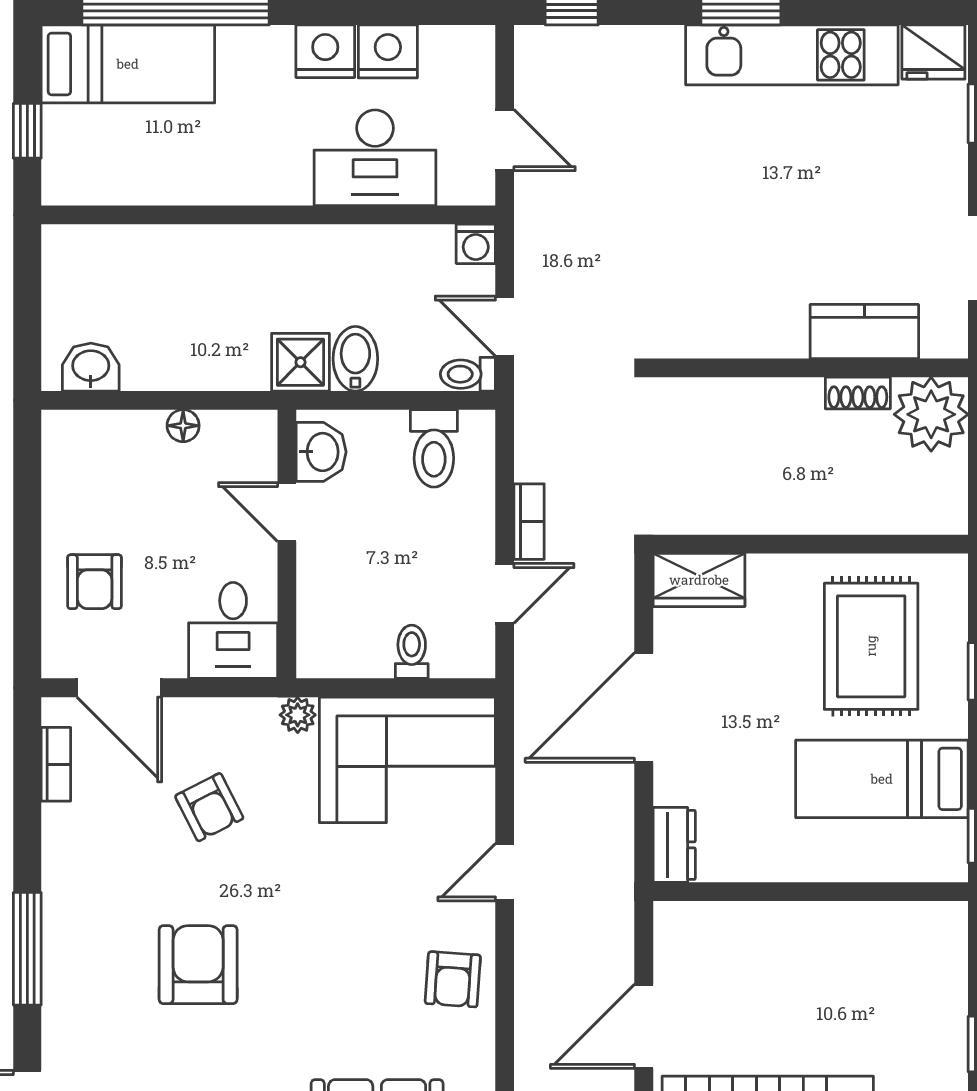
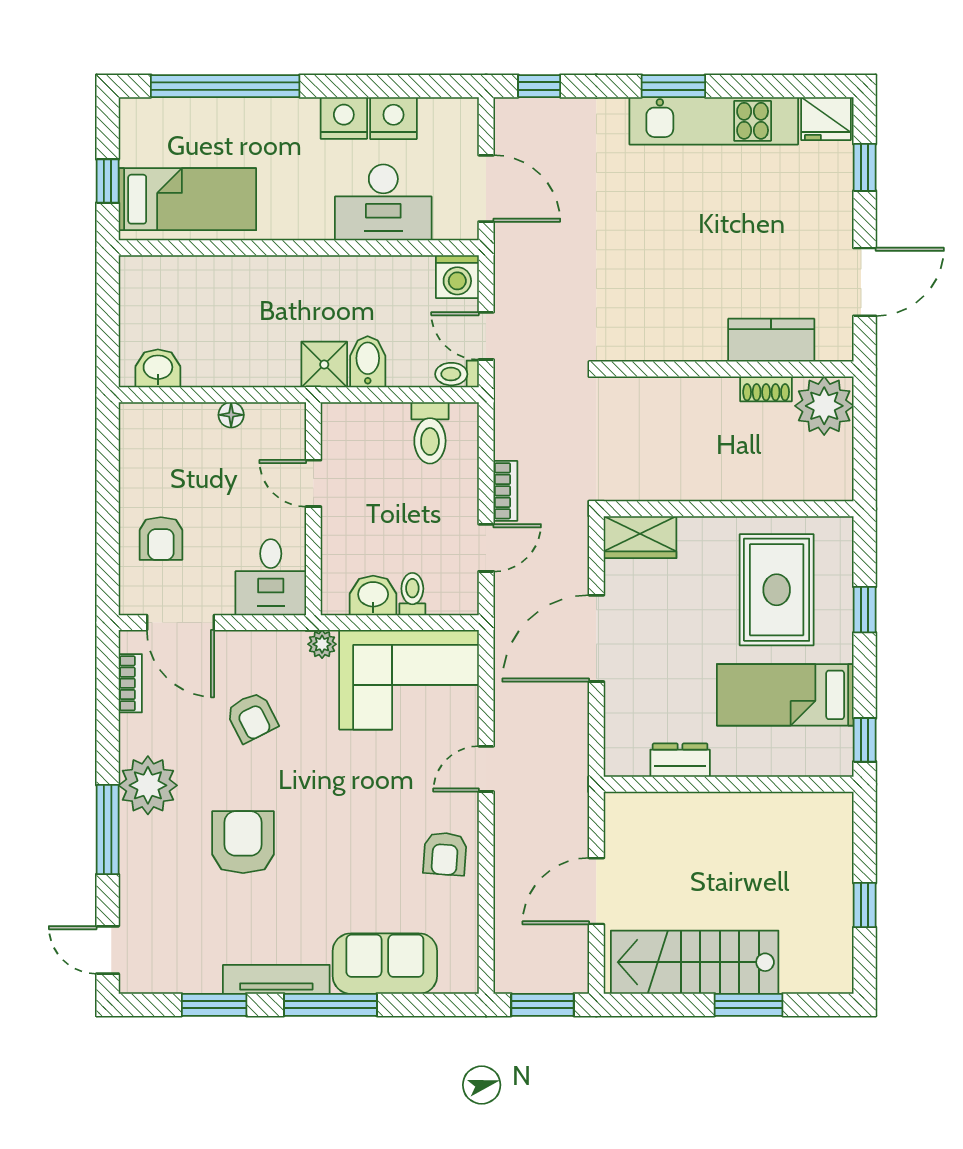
bed: (128, 64) -> (187, 199), moved
door: (505, 140) -> (486, 188), width x1.38
washing machine: (476, 244) -> (457, 277), width x1.38, depth x1.38
washbasin: (321, 452) -> (373, 595), moved, turned -90
dresser: (674, 845) -> (680, 760), moved, turned -90
plant: (78, 893) -> (148, 785), added

